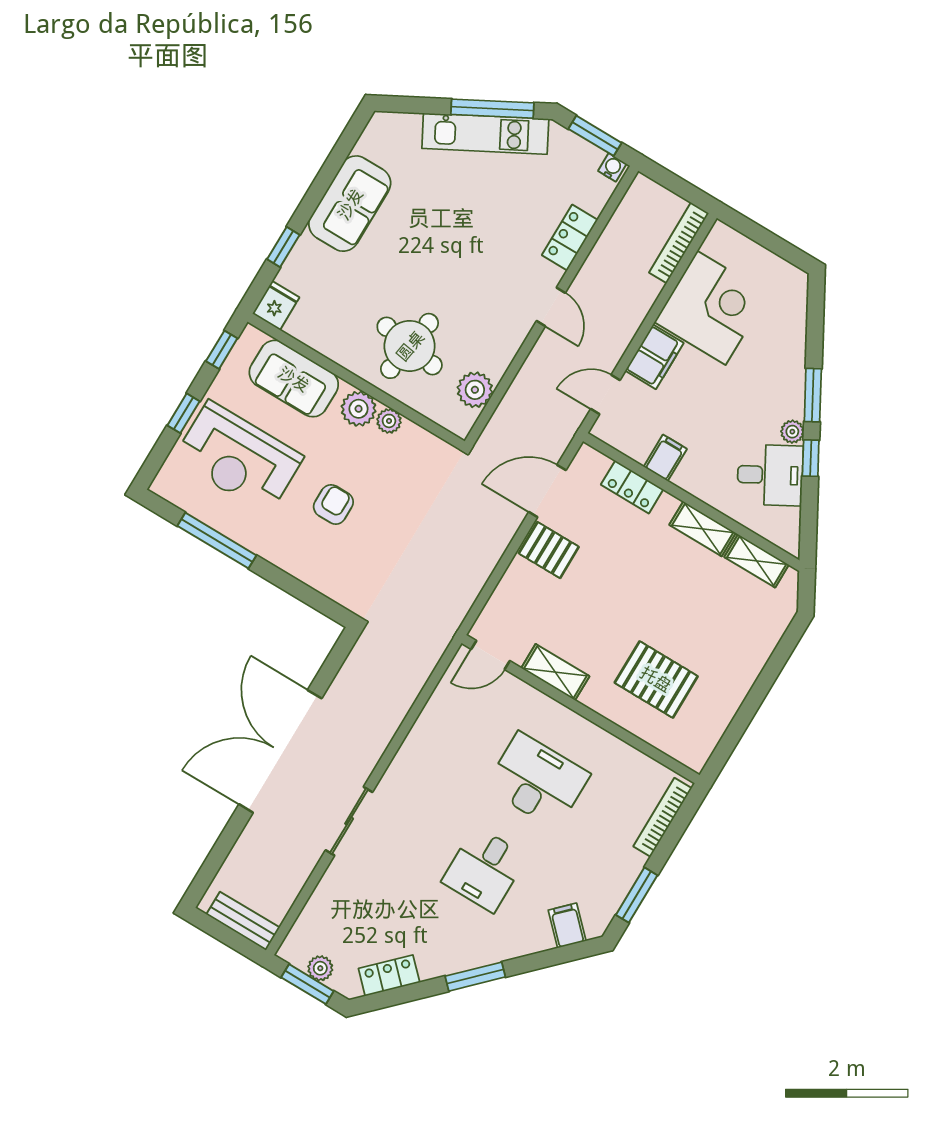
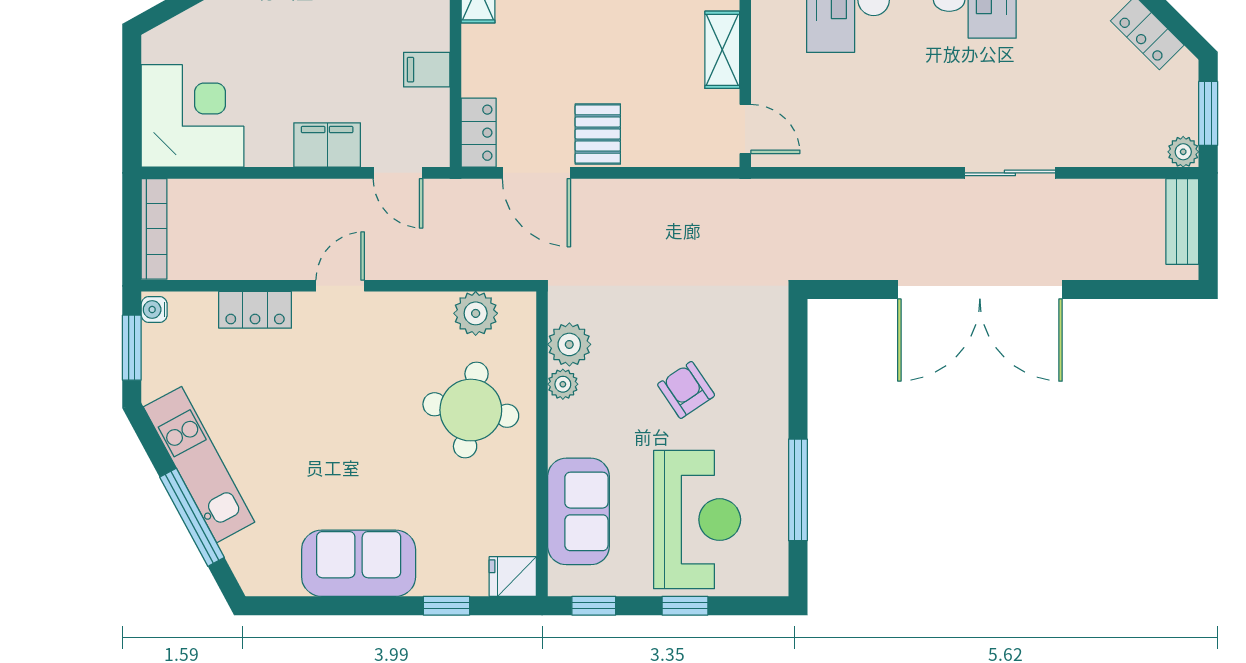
window: (492, 109) -> (192, 517), moved
bookcase: (679, 243) -> (154, 229), moved, turned -90
corner desk: (711, 308) -> (193, 116), moved, turned 90
plant: (359, 409) -> (569, 344), moved
locker: (632, 487) -> (479, 133), moved
armchair: (333, 504) -> (686, 390), turned 56
plant: (320, 968) -> (1183, 152), moved

